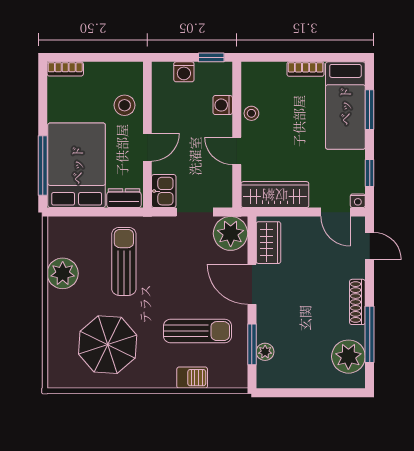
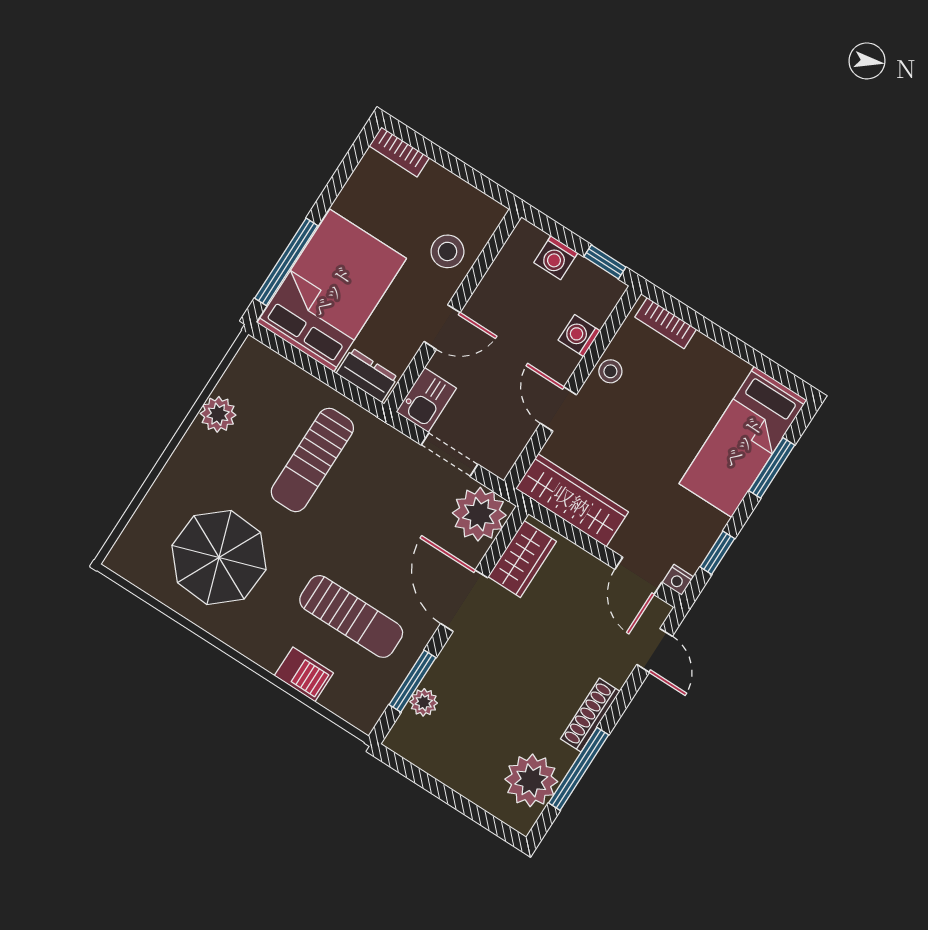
bookcase: (306, 69) -> (666, 323), moved
sun lounger: (124, 261) -> (312, 460), turned 180
plant: (63, 273) -> (218, 414), width x0.73, depth x0.73

